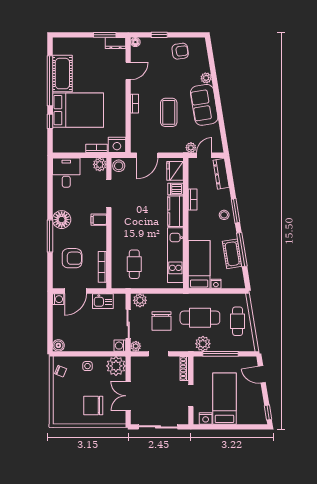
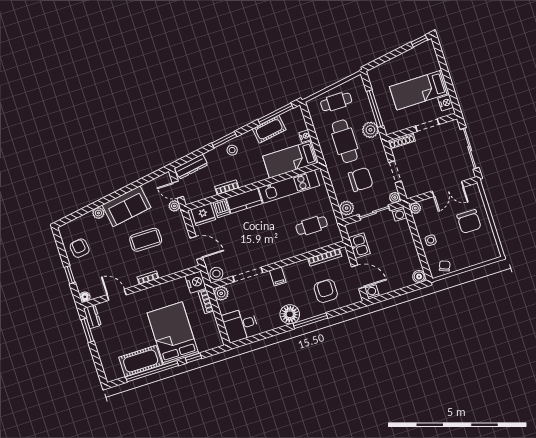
window: (242, 250) -> (276, 114), moved
plant: (116, 366) -> (415, 208), width x0.53, depth x0.53
door: (262, 374) -> (382, 60), removed

